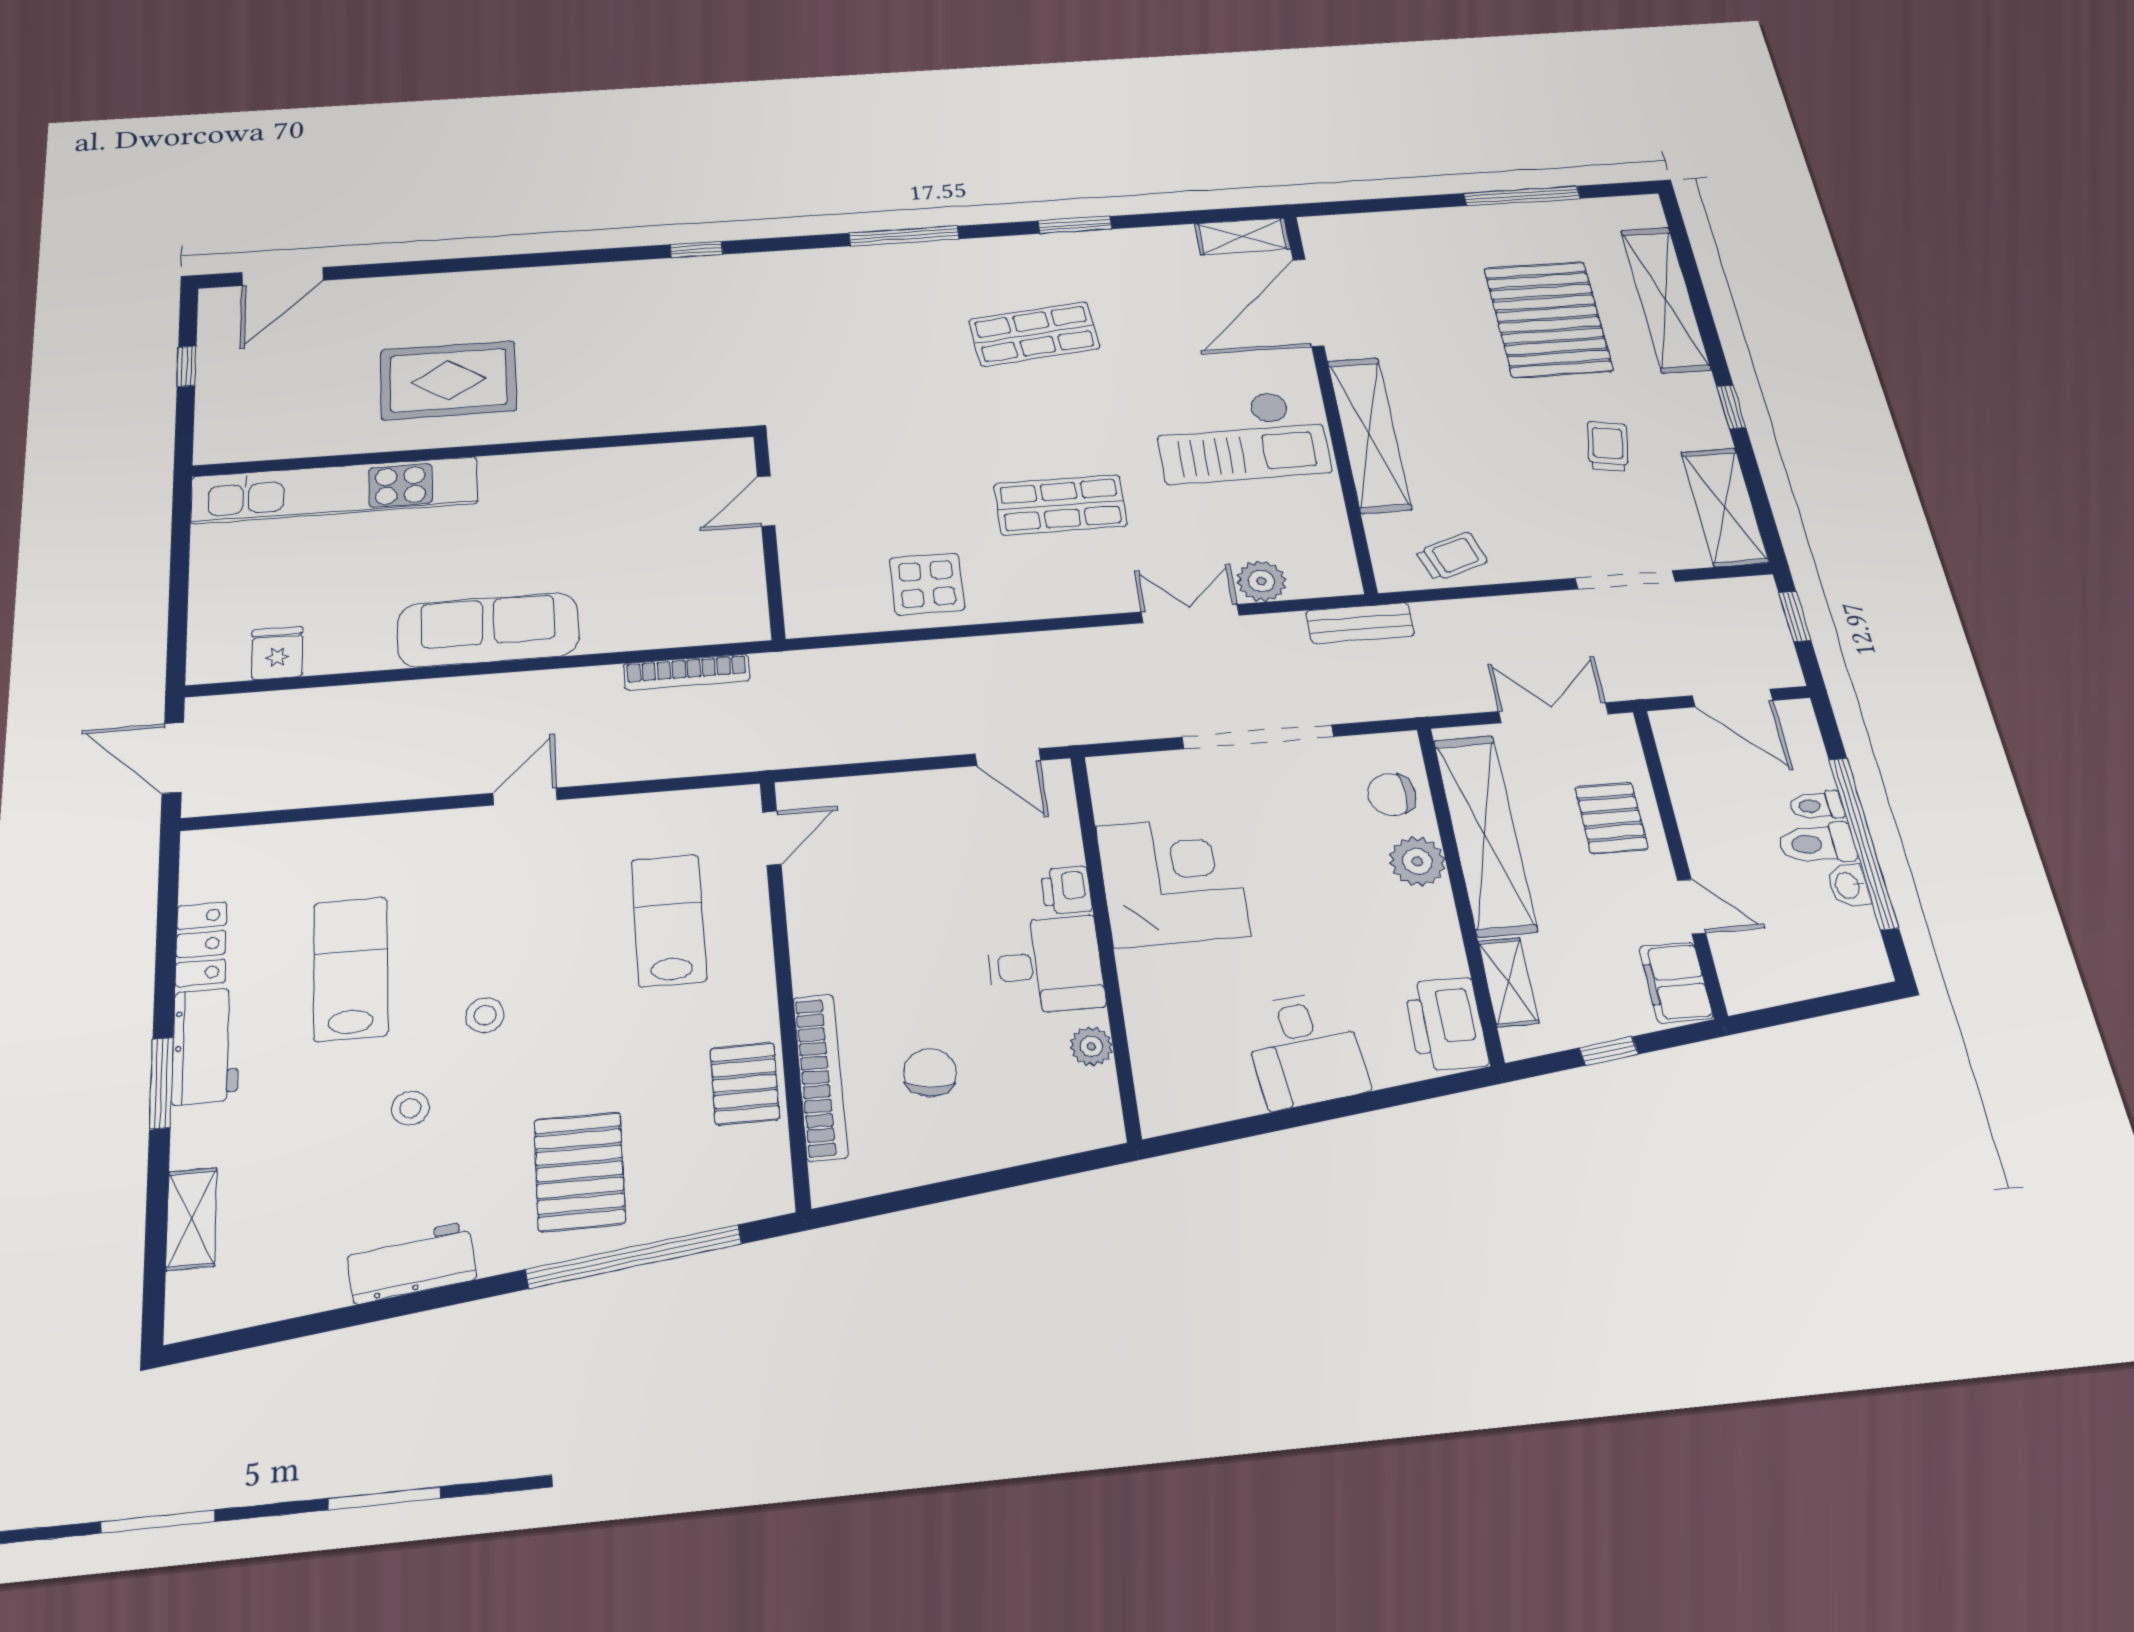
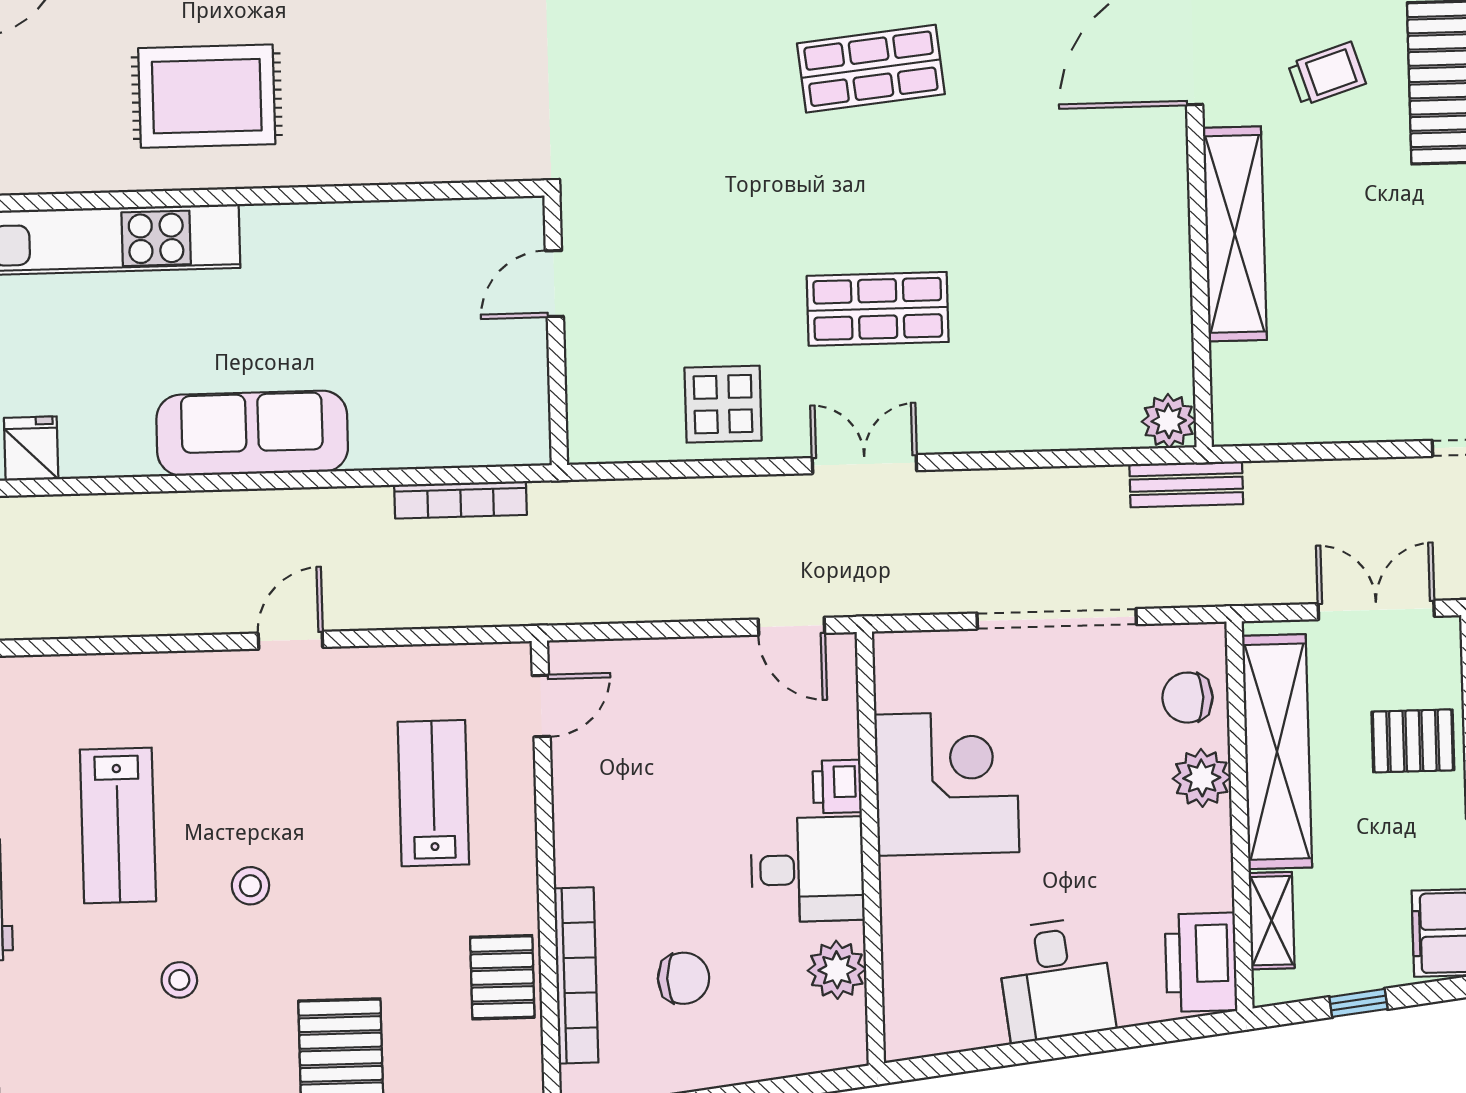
checkout: (1241, 437) -> (1090, 228), removed
trolley: (1452, 556) -> (1327, 74), moved
plant: (1261, 581) -> (1169, 421), moved
double door: (1190, 614) -> (864, 464), moved
pallet: (1611, 818) -> (1413, 741), turned 90
lab bench: (351, 969) -> (118, 825), turned 180
plant: (1091, 1046) -> (837, 970), width x1.38, depth x1.38
chair: (930, 1073) -> (684, 978), turned 82

